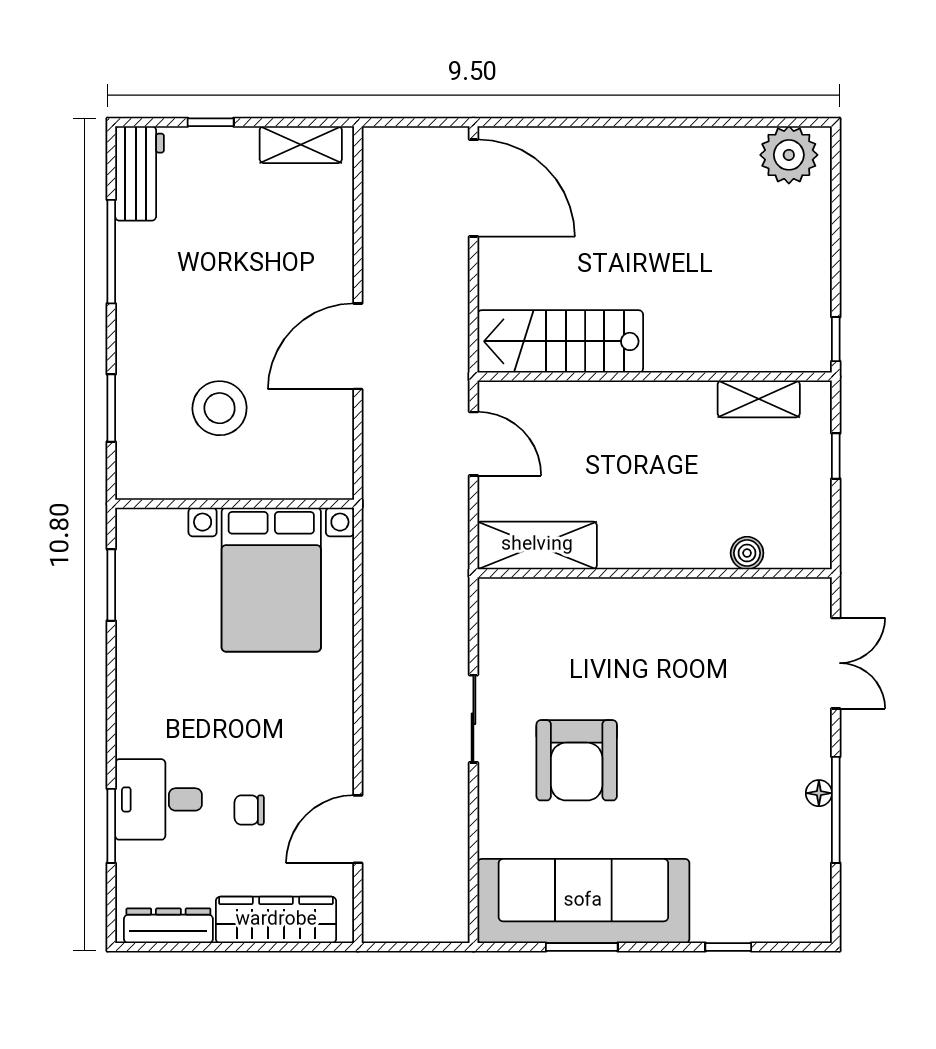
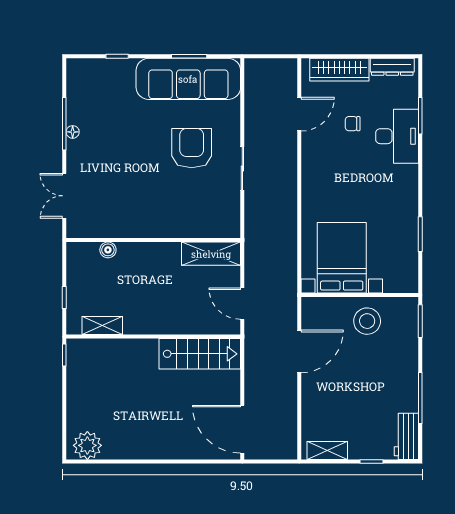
wall: (235, 504) -> (360, 295), moved
bed with nightstands: (271, 580) -> (342, 258), moved
desk: (158, 799) -> (397, 136), width x1.37
chair: (249, 810) -> (353, 124), turned 180

